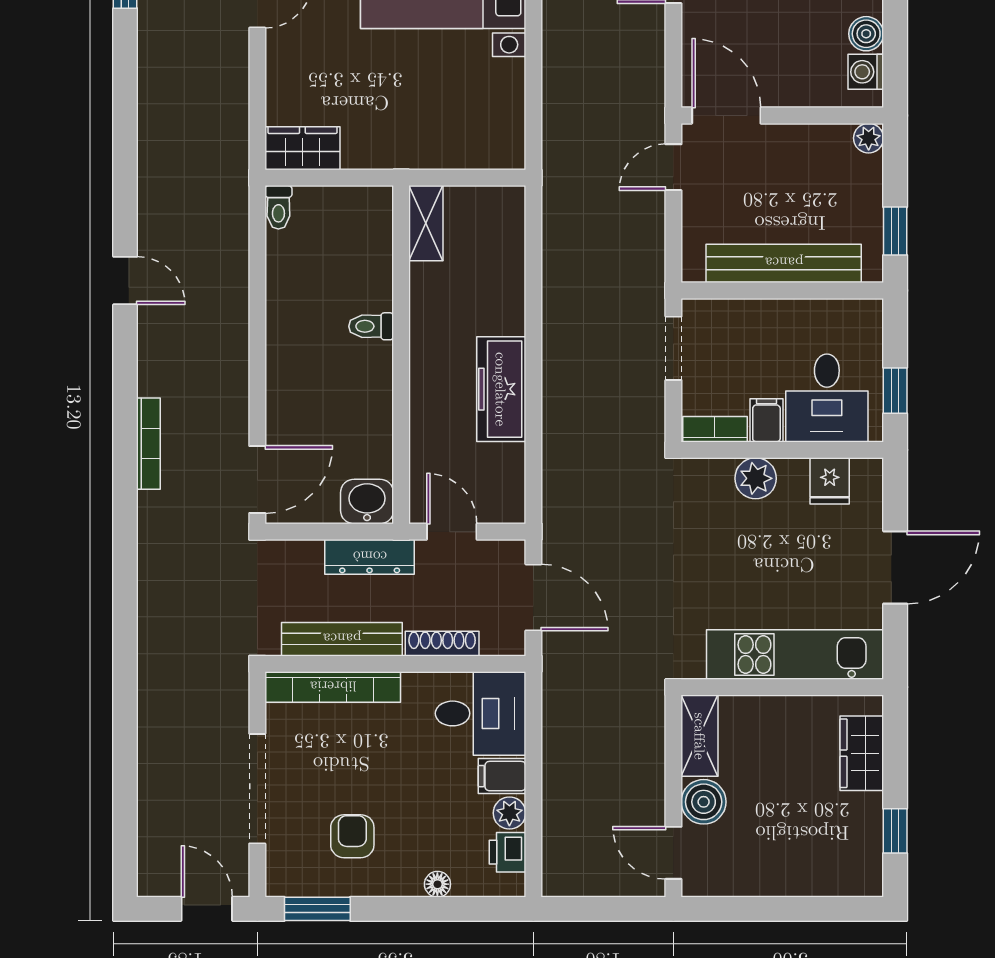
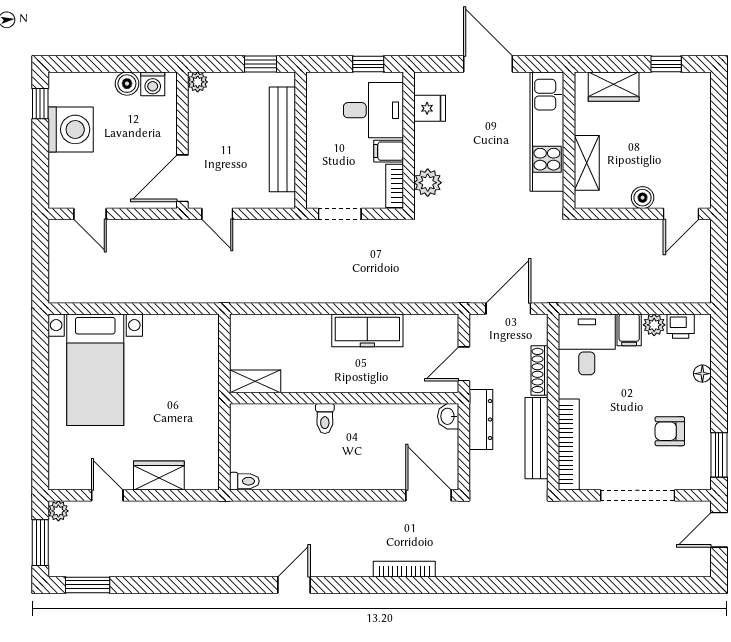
wardrobe: (302, 148) -> (159, 476), moved, turned 90
plant: (756, 478) -> (428, 183), moved
washbasin: (367, 502) -> (448, 416), width x0.72, depth x0.69
shelving: (700, 736) -> (587, 163), moved, turned 90
boiler: (704, 802) -> (643, 198), width x0.73, depth x0.73

